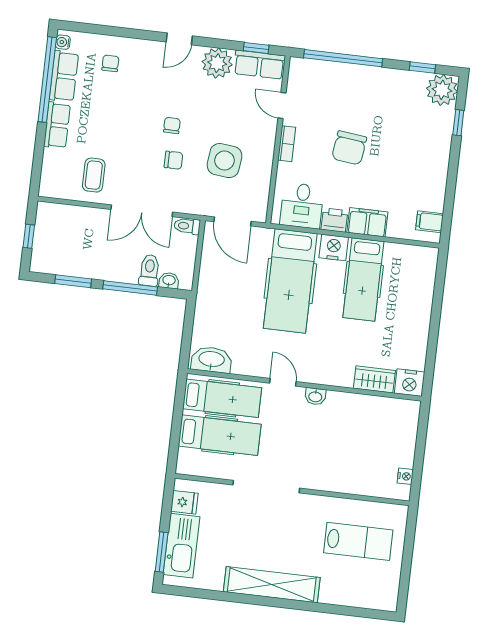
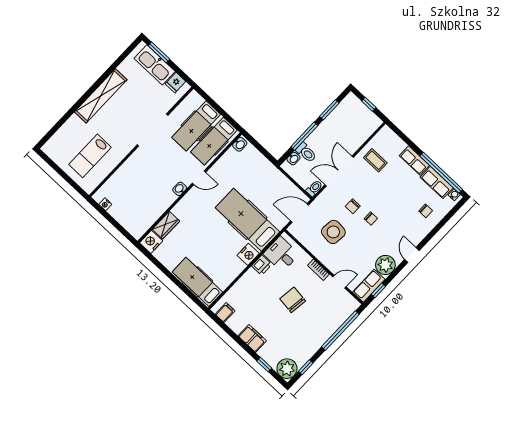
filing cabinet: (367, 222) -> (252, 338), moved, turned -90
hospital bed: (363, 279) -> (197, 282), moved
washbasin: (211, 360) -> (240, 144), width x0.52, depth x0.69

